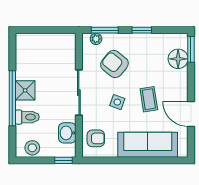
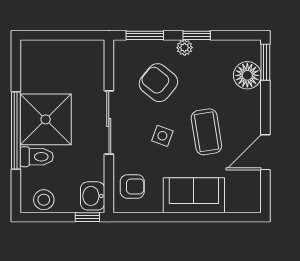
plant: (96, 39) -> (185, 48), moved
shower: (25, 90) -> (46, 119), width x1.86, depth x1.86
coffee table: (149, 99) -> (206, 132), width x1.36, depth x1.30
door: (191, 114) -> (265, 152), hinge flipped
washbasin: (67, 133) -> (93, 196), moved
sofa: (148, 145) -> (194, 195), width x0.73

